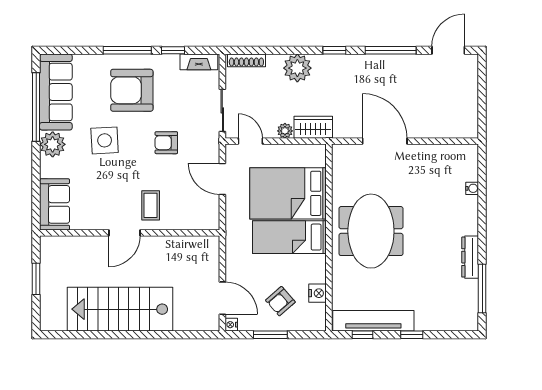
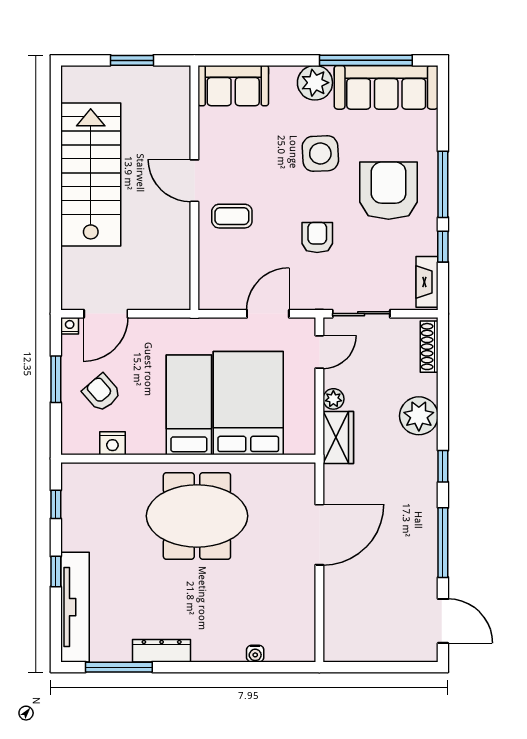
tv unit: (373, 321) -> (75, 607), moved

